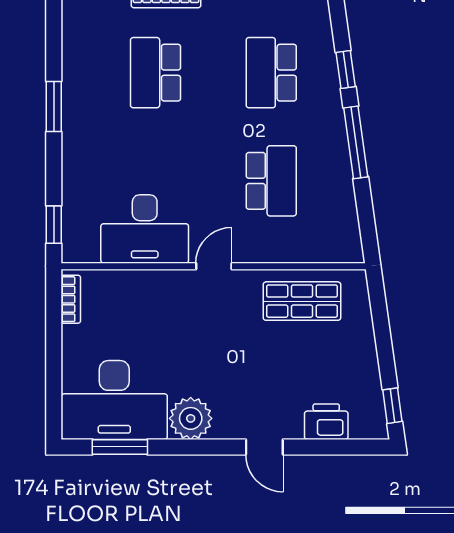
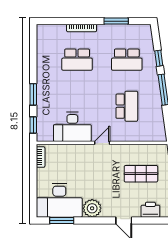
school desk: (156, 73) -> (77, 60), turned -90
school desk: (271, 73) -> (127, 60), turned -90
window: (54, 107) -> (33, 94), moved
shop shelf: (302, 301) -> (141, 174), moved

